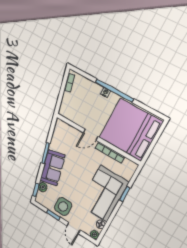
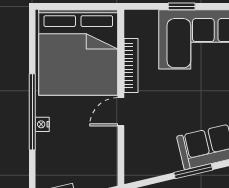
door: (91, 135) -> (121, 112), swing flipped

